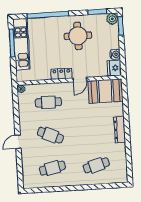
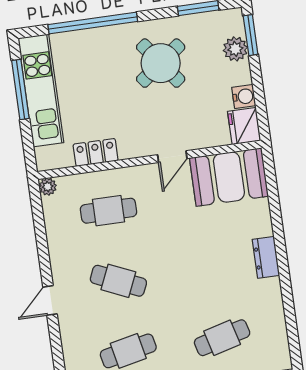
plant: (112, 19) -> (235, 49), moved
round table: (78, 36) -> (161, 63), turned -37
locker: (61, 74) -> (96, 152), moved
dresser: (120, 130) -> (266, 257), width x0.70

